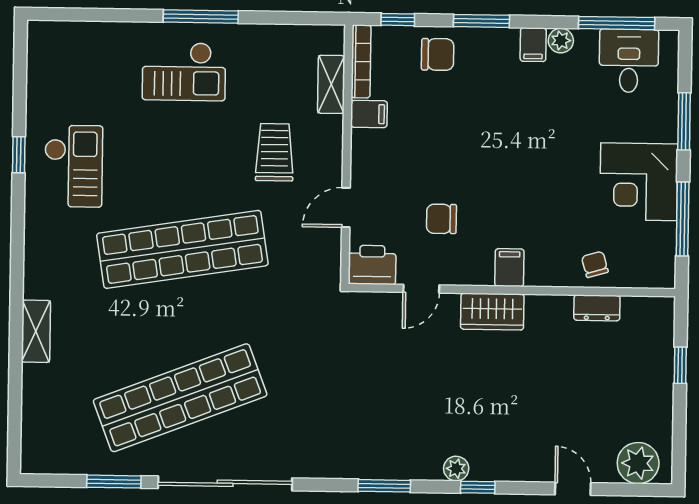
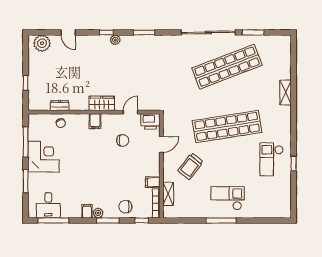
plant: (561, 41) -> (98, 213), moved
trolley: (274, 152) -> (191, 166), turned 38

